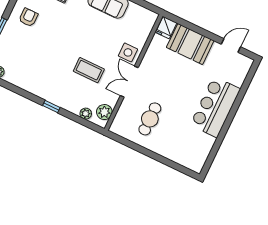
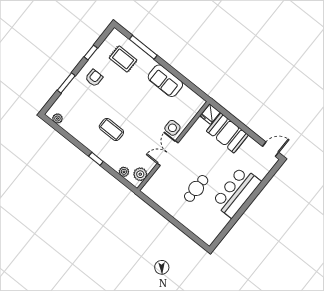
door: (231, 46) -> (271, 149), moved
coffee table: (89, 70) -> (111, 129), moved
cafe table: (150, 119) -> (196, 188), moved

